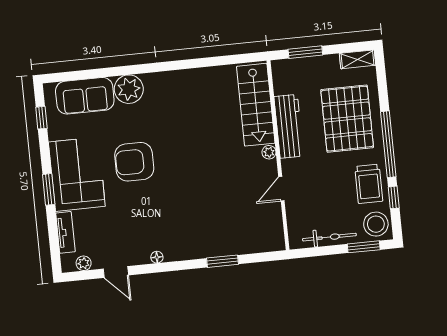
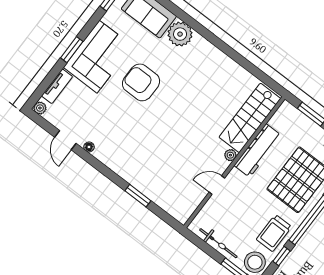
floor lamp: (157, 257) -> (89, 147), moved
plant: (84, 263) -> (40, 108), moved

